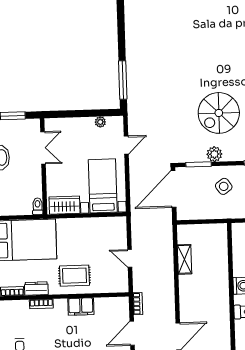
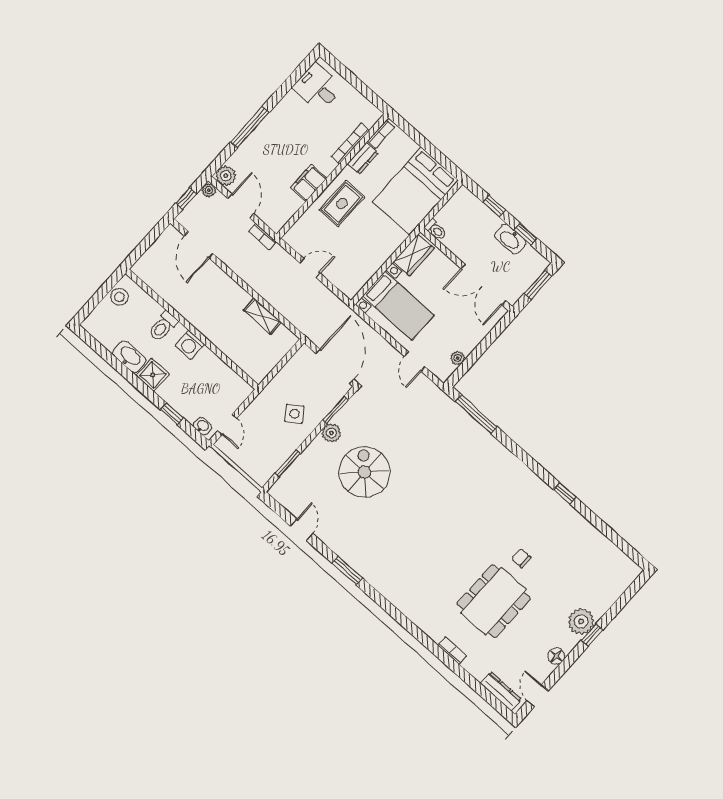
double door: (43, 148) -> (483, 285), width x1.37
bookcase: (41, 304) -> (350, 144), width x1.56

